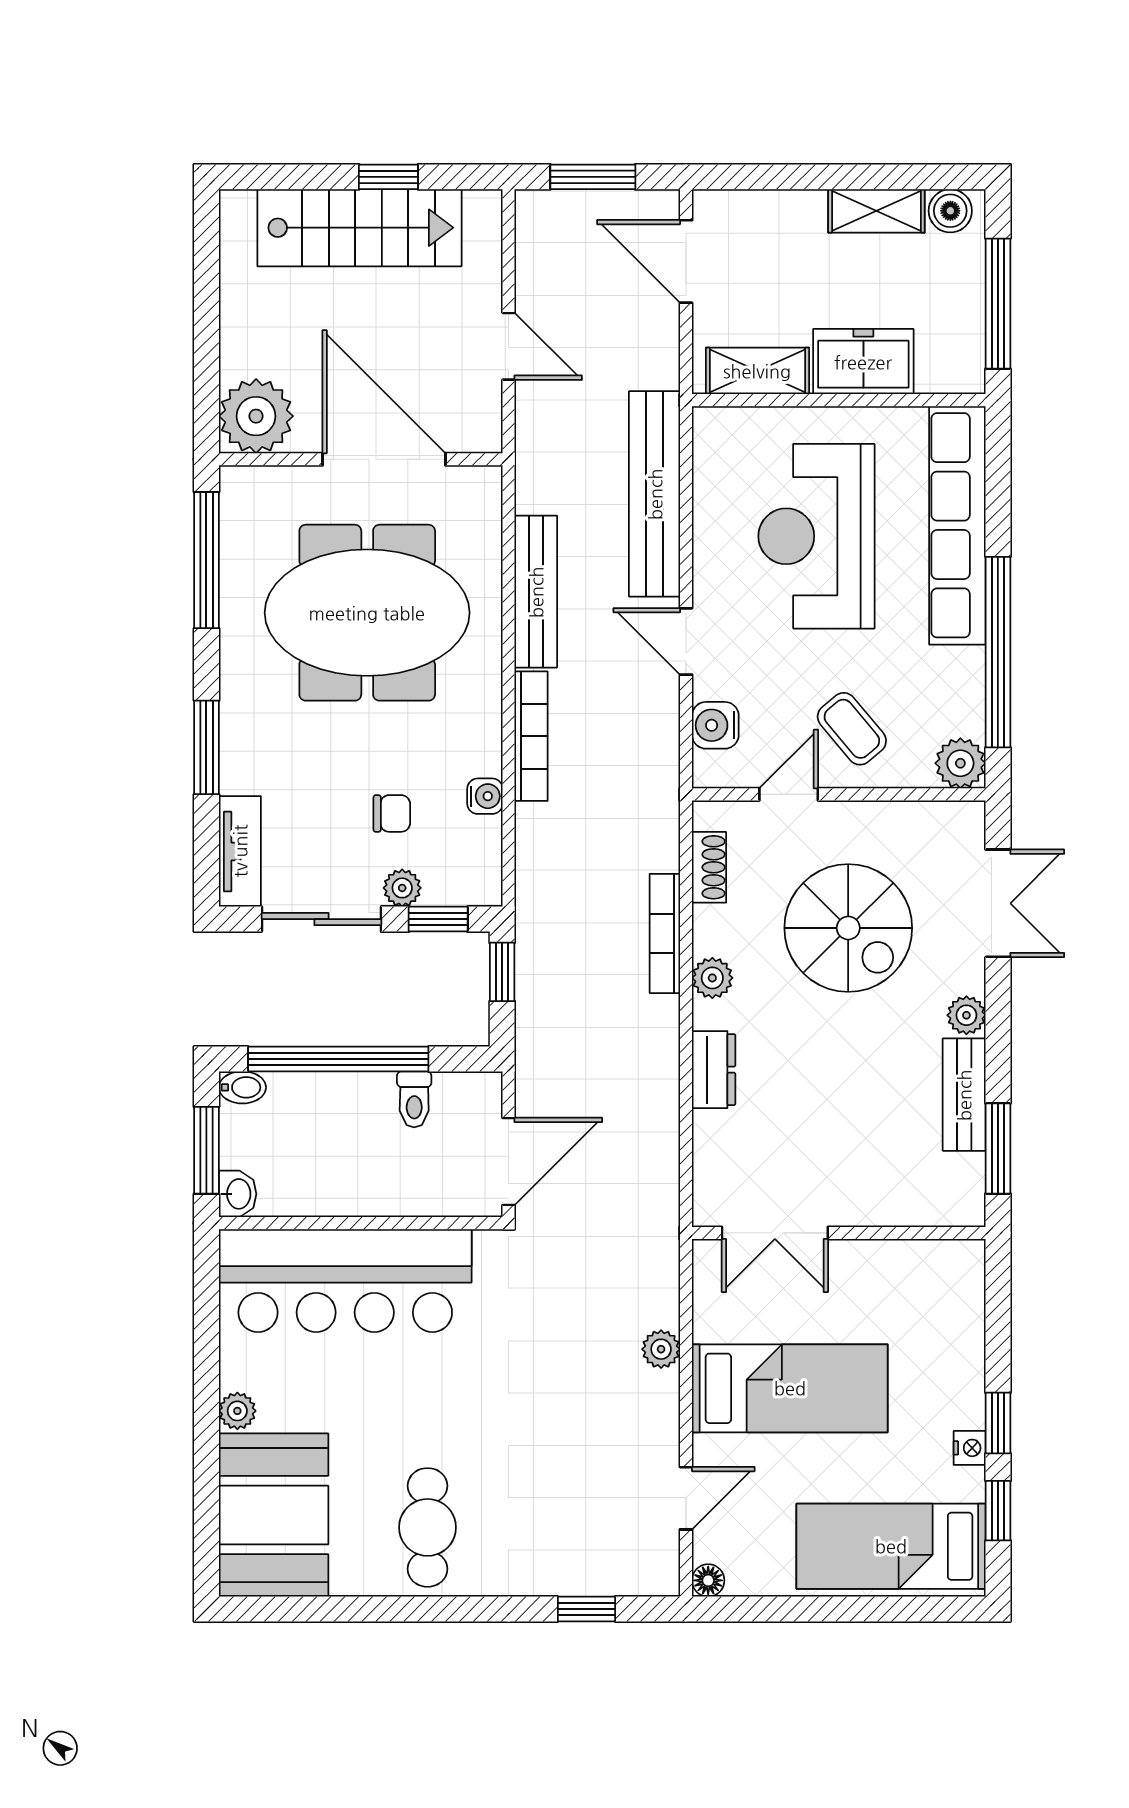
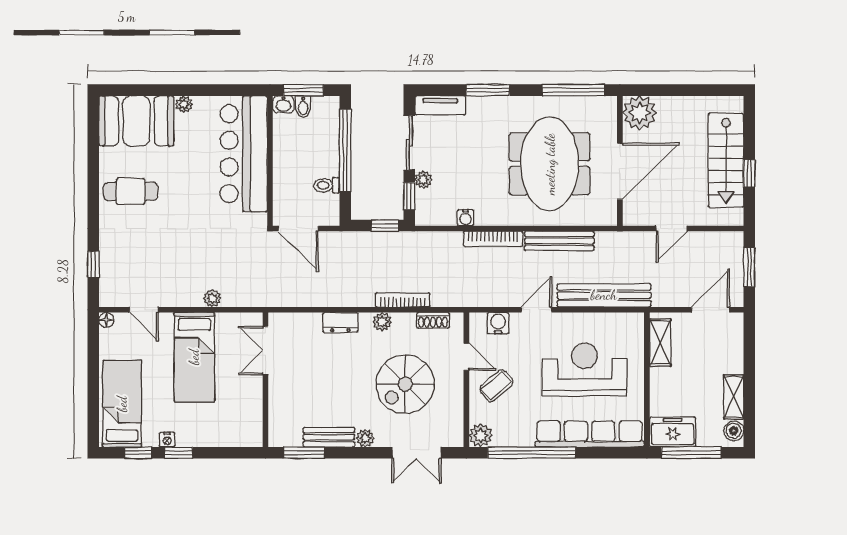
freezer: (863, 362) -> (673, 432), moved, turned -90
chair: (392, 813) -> (458, 175), removed
bidet: (242, 1087) -> (303, 107), moved

